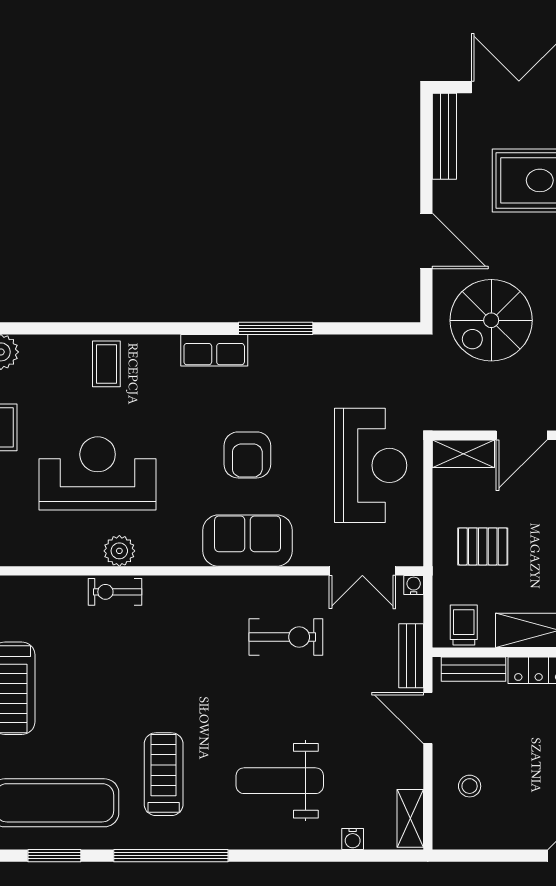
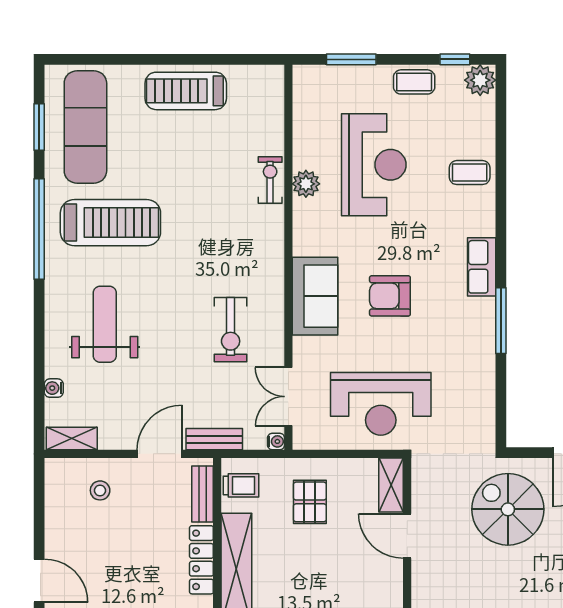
treadmill: (164, 774) -> (110, 223), width x1.37, depth x1.38

